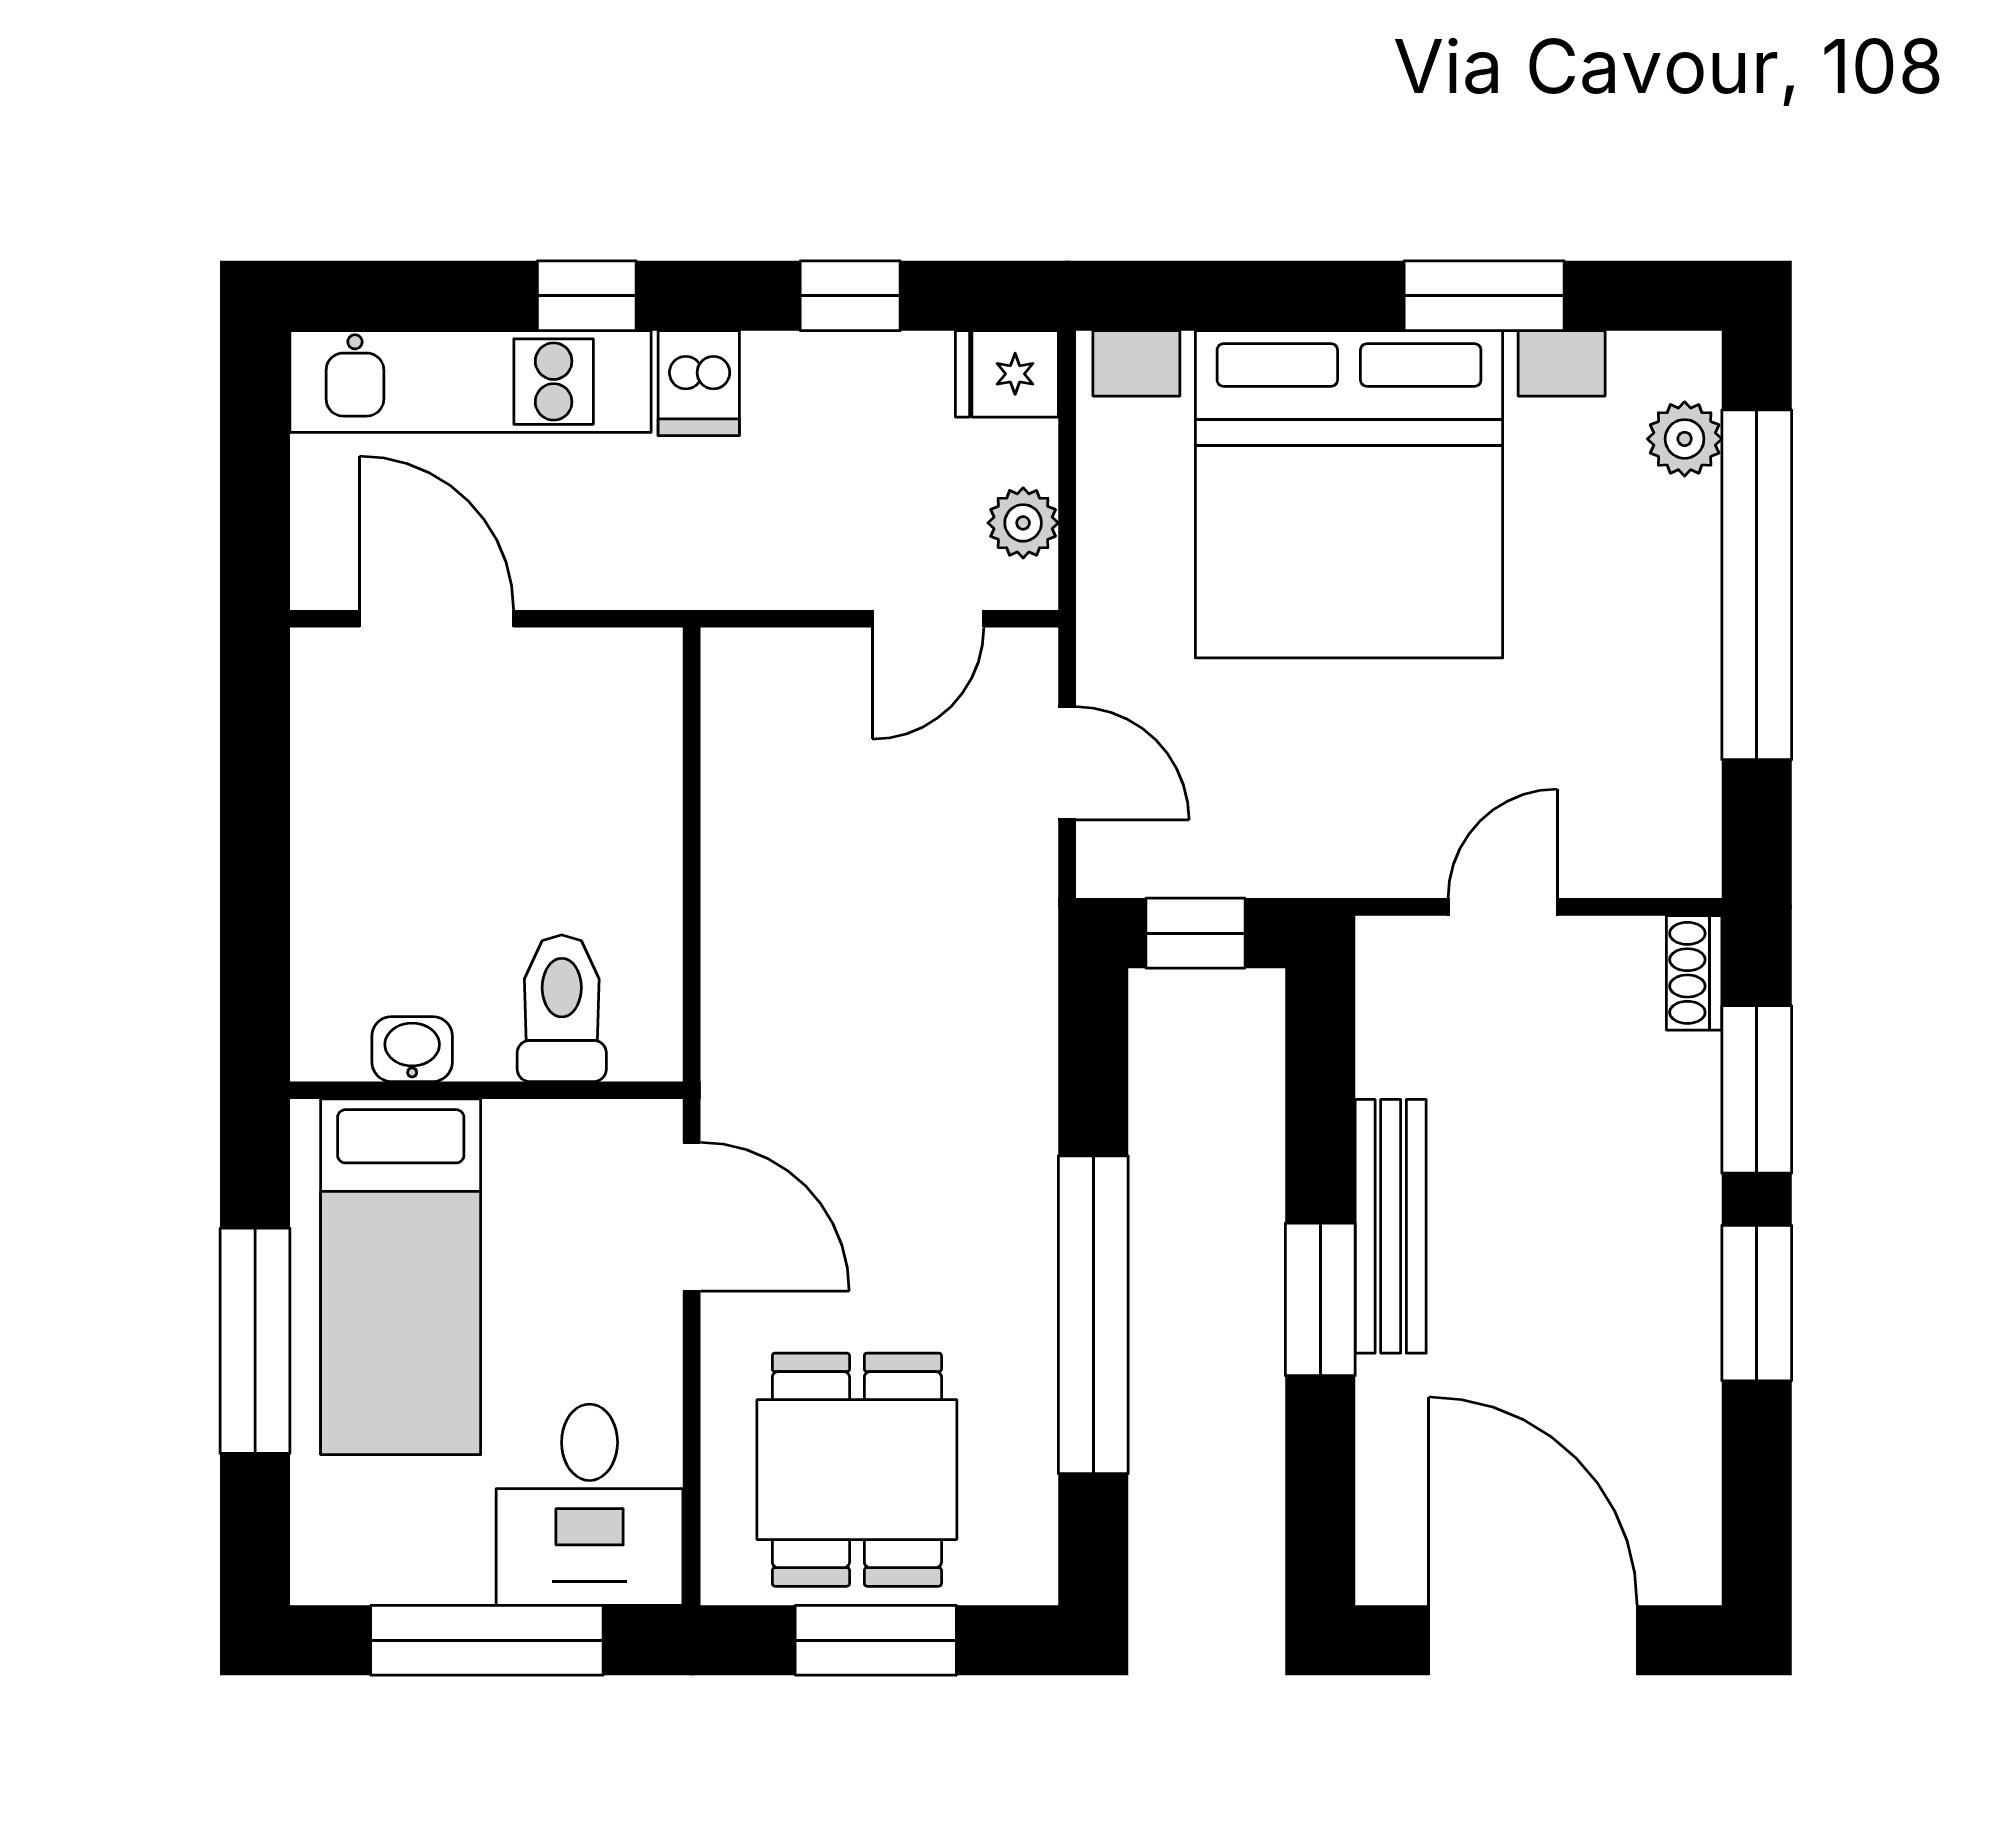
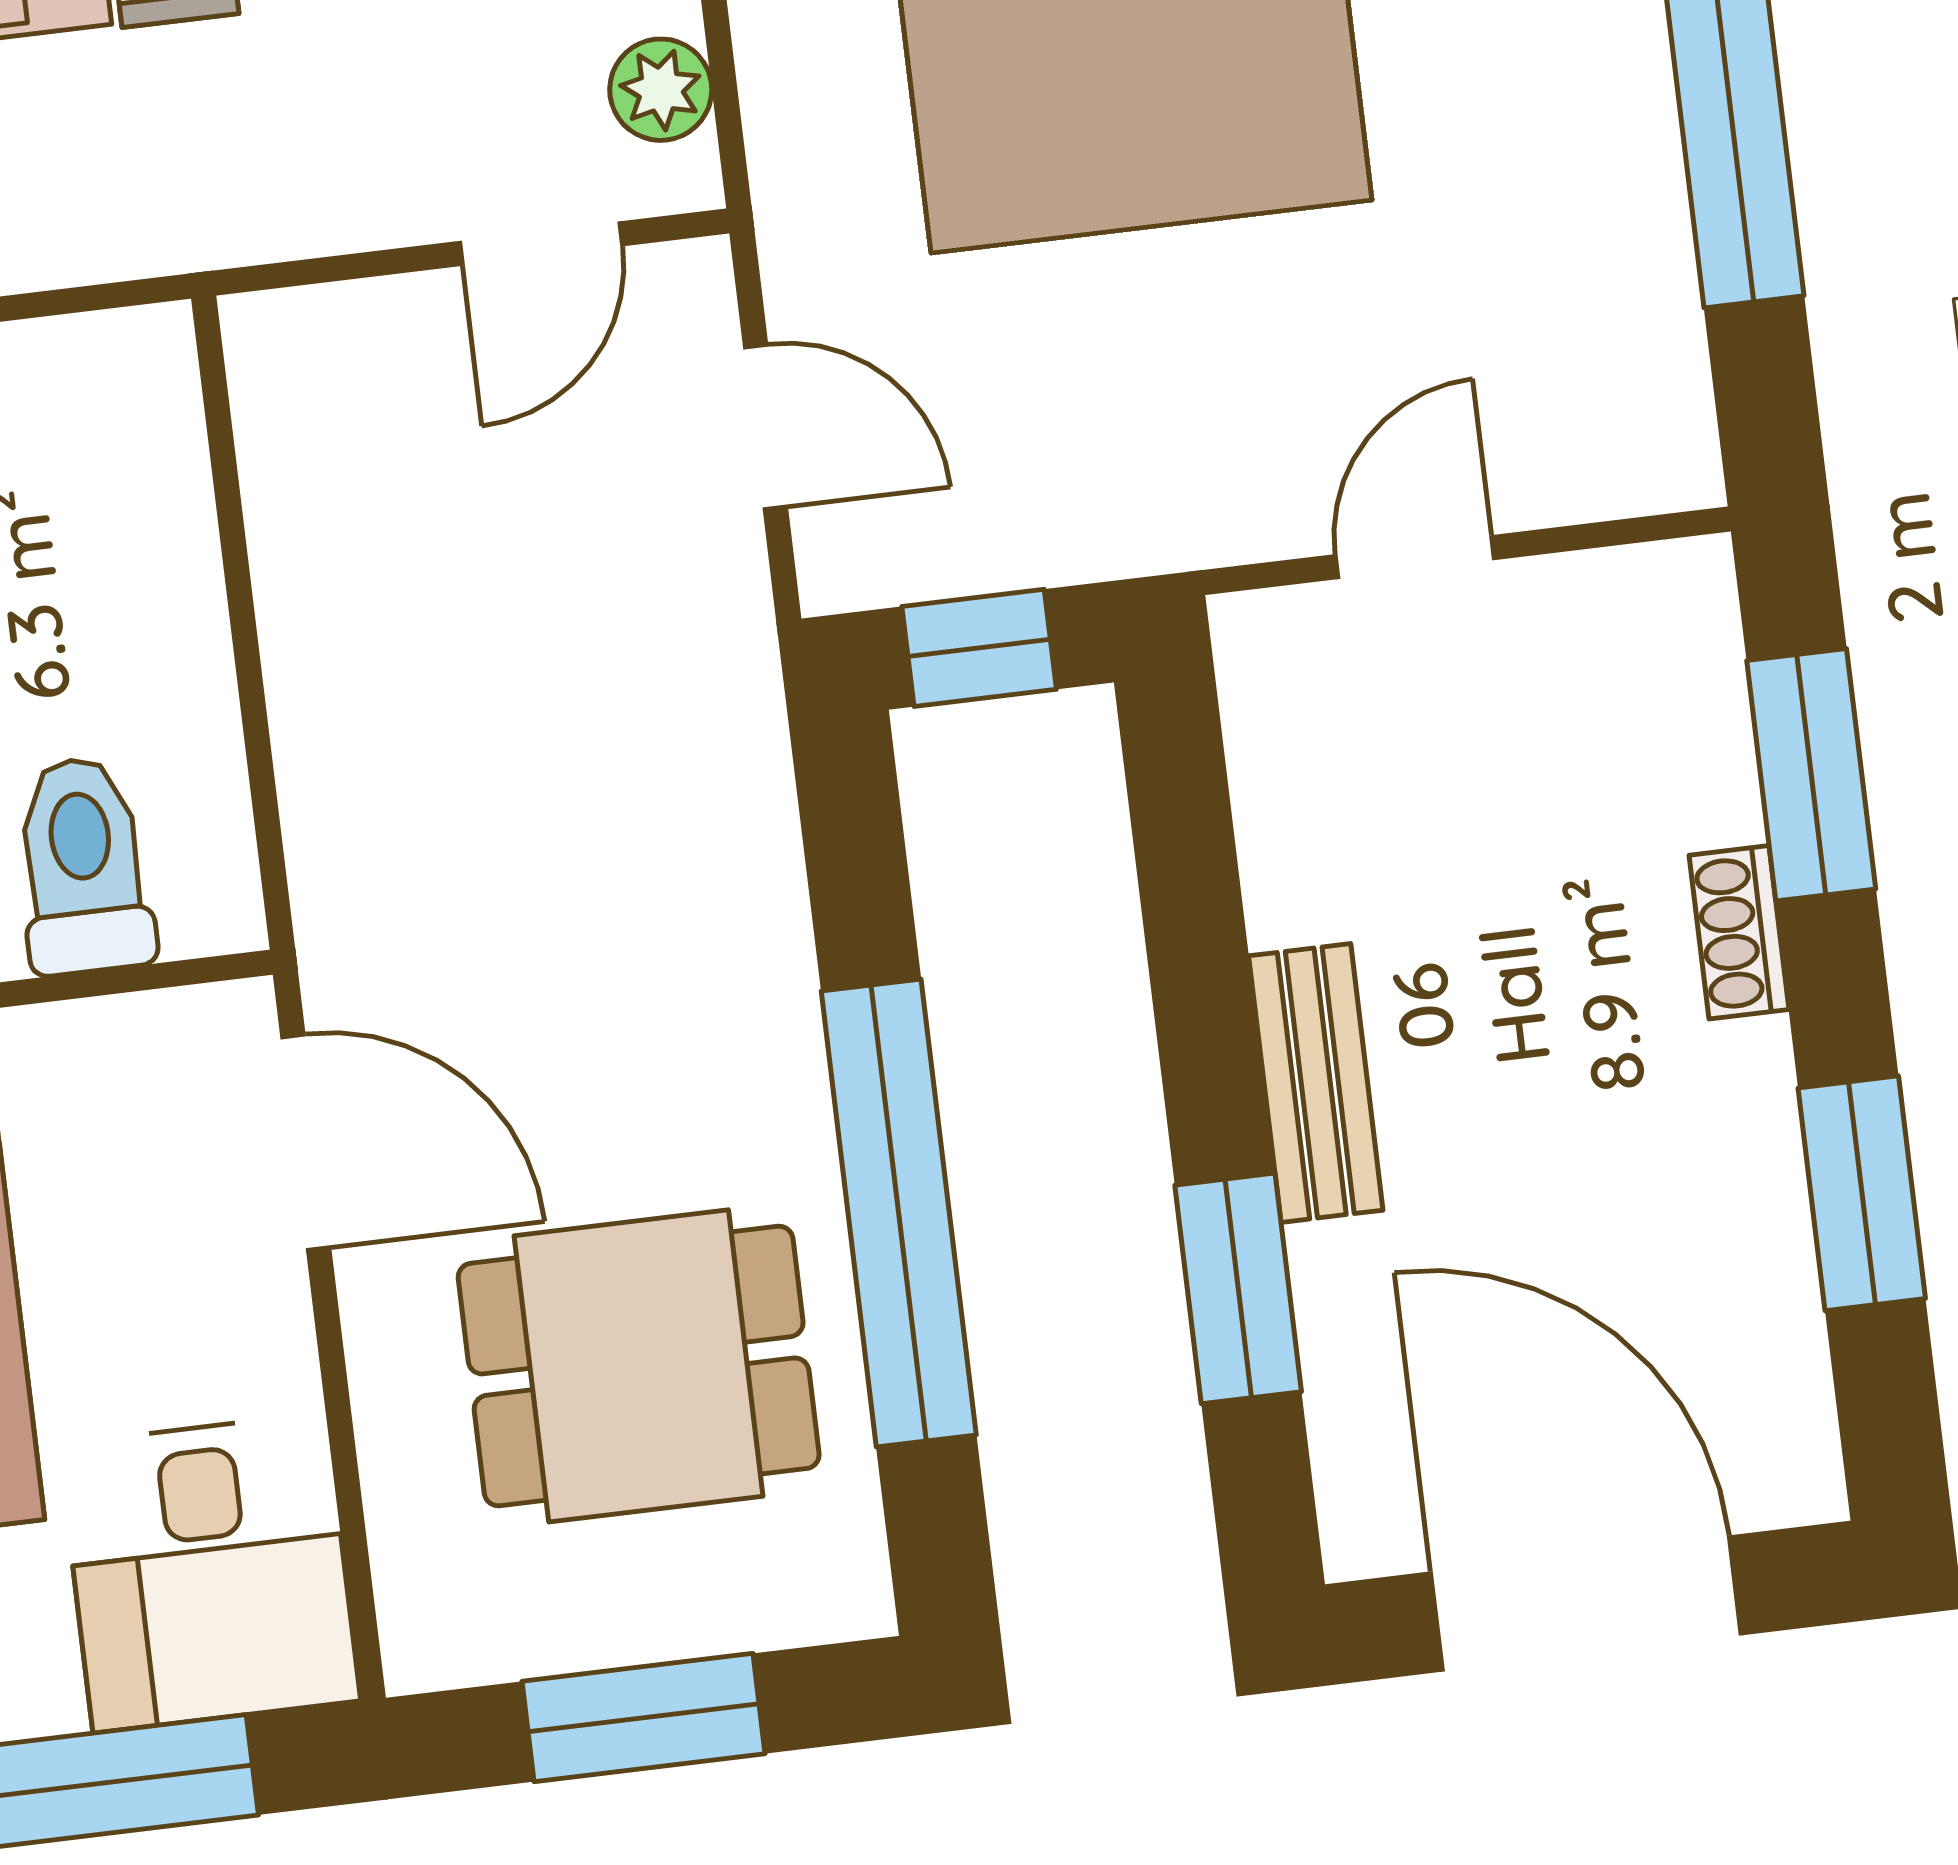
shoe rack: (1694, 973) -> (1739, 932), moved
bench: (1391, 1226) -> (1316, 1083), width x0.73
window: (1320, 1299) -> (1238, 1288), moved
window: (1757, 1303) -> (1862, 1193), moved
dining table: (857, 1470) -> (639, 1366), moved, turned 90

